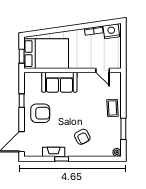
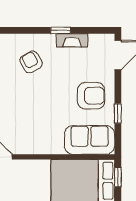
sofa: (59, 82) -> (90, 140), moved
armchair: (40, 113) -> (91, 96), turned 180

